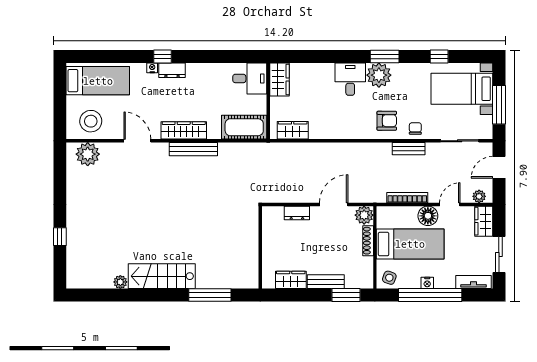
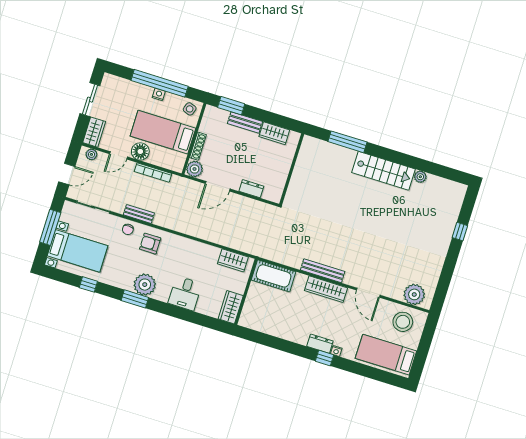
desk: (250, 78) -> (256, 316), removed
desk: (350, 79) -> (185, 293), moved
tv unit: (473, 282) -> (119, 83), removed

